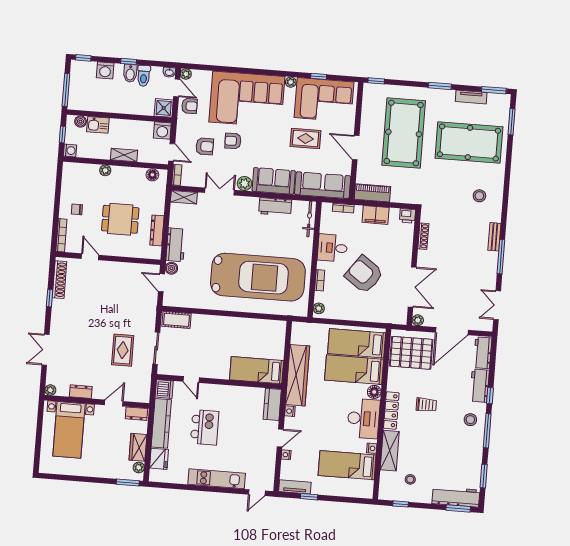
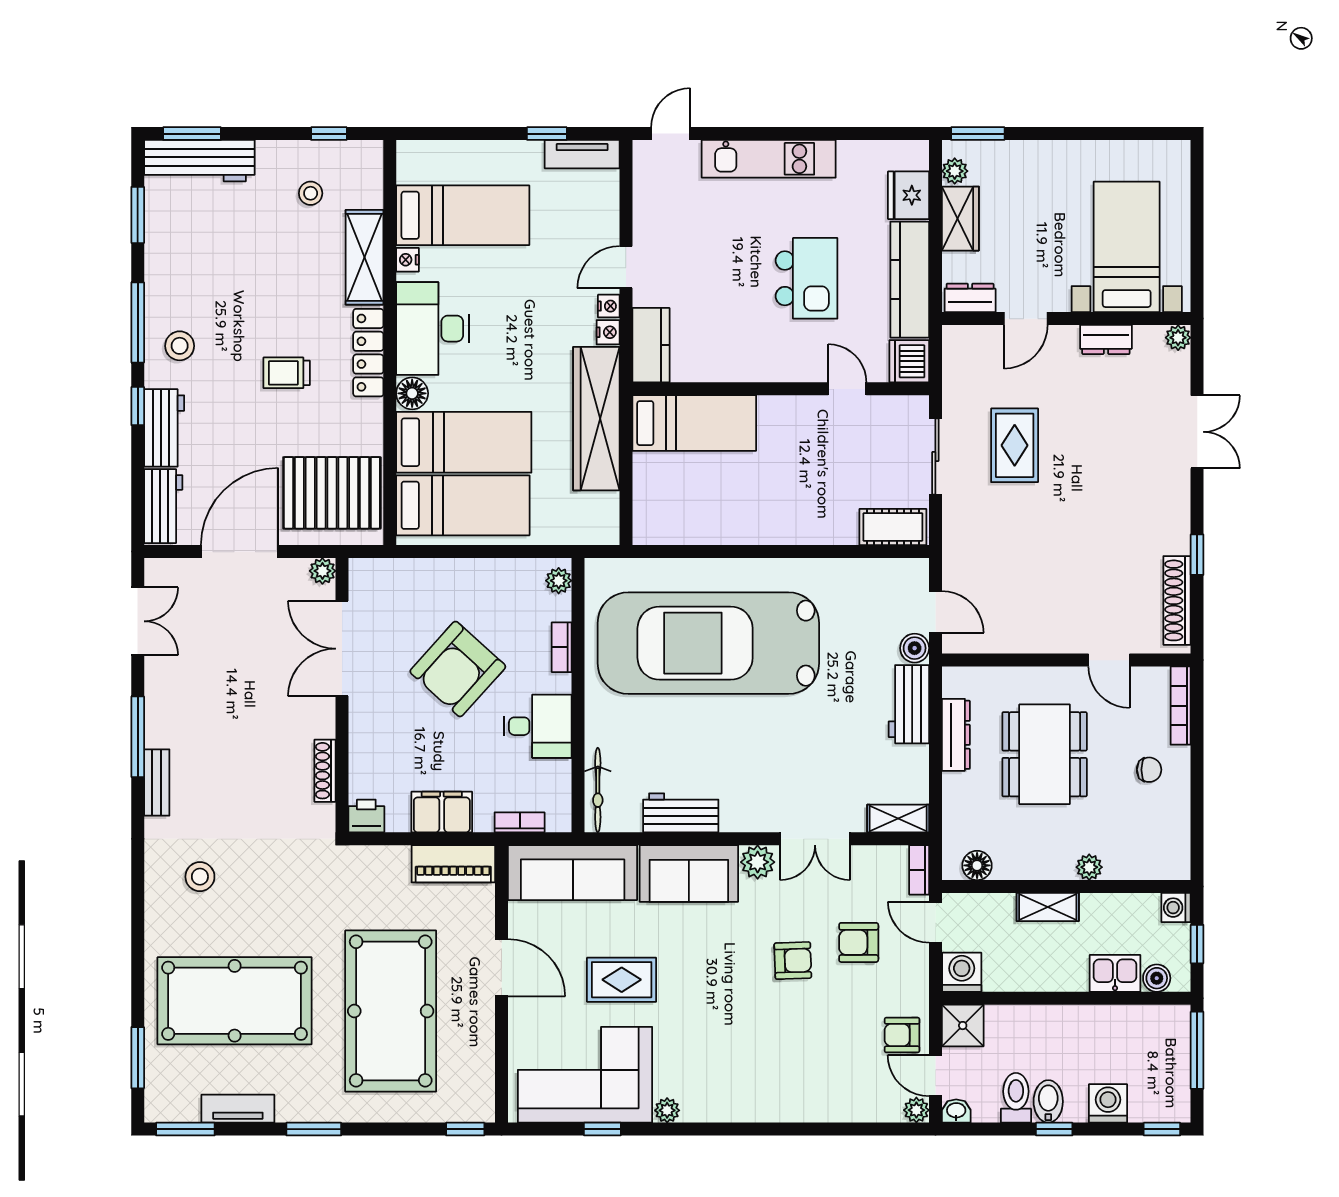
corner sofa: (247, 99) -> (768, 1062), removed
dining table: (120, 219) -> (1045, 754), width x1.38
armchair: (364, 275) -> (458, 669), turned 96
kitchen island: (205, 427) -> (806, 278), turned 180
nightstand: (286, 455) -> (609, 306), moved

